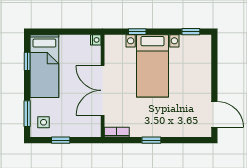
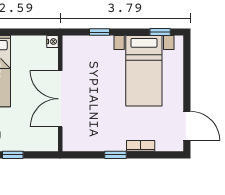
bed with nightstands: (153, 66) -> (144, 71), moved
bookcase: (117, 132) -> (141, 146), moved

